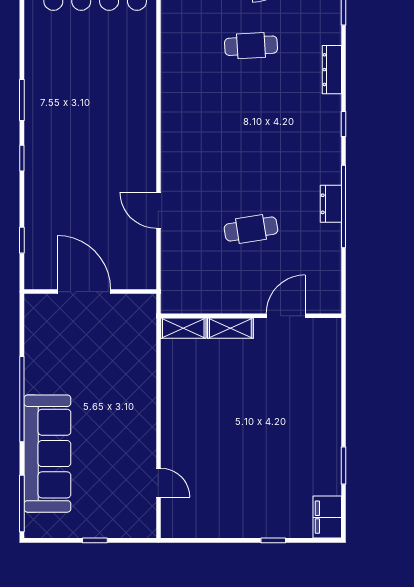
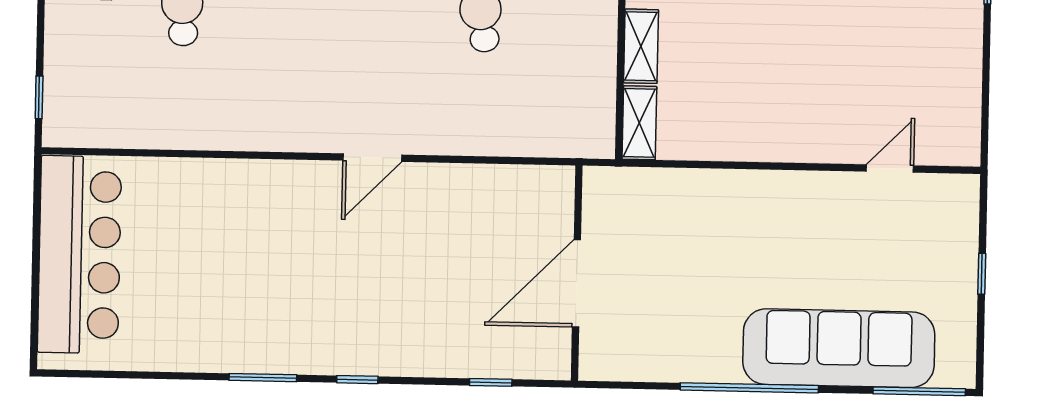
door: (158, 210) -> (372, 158), moved

